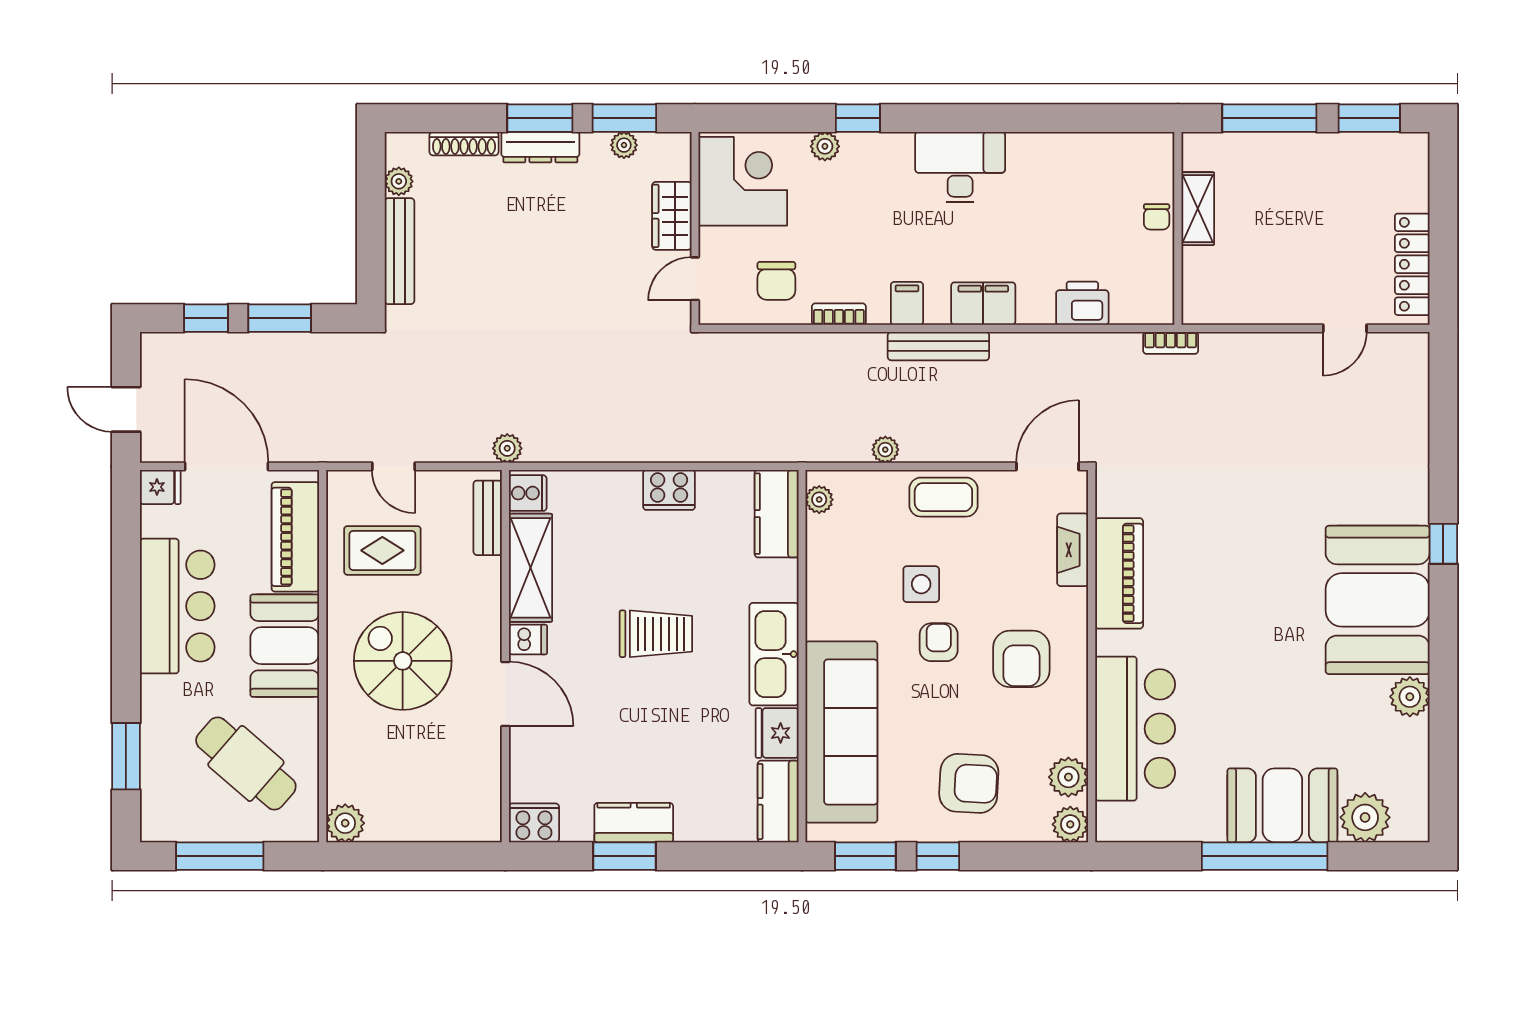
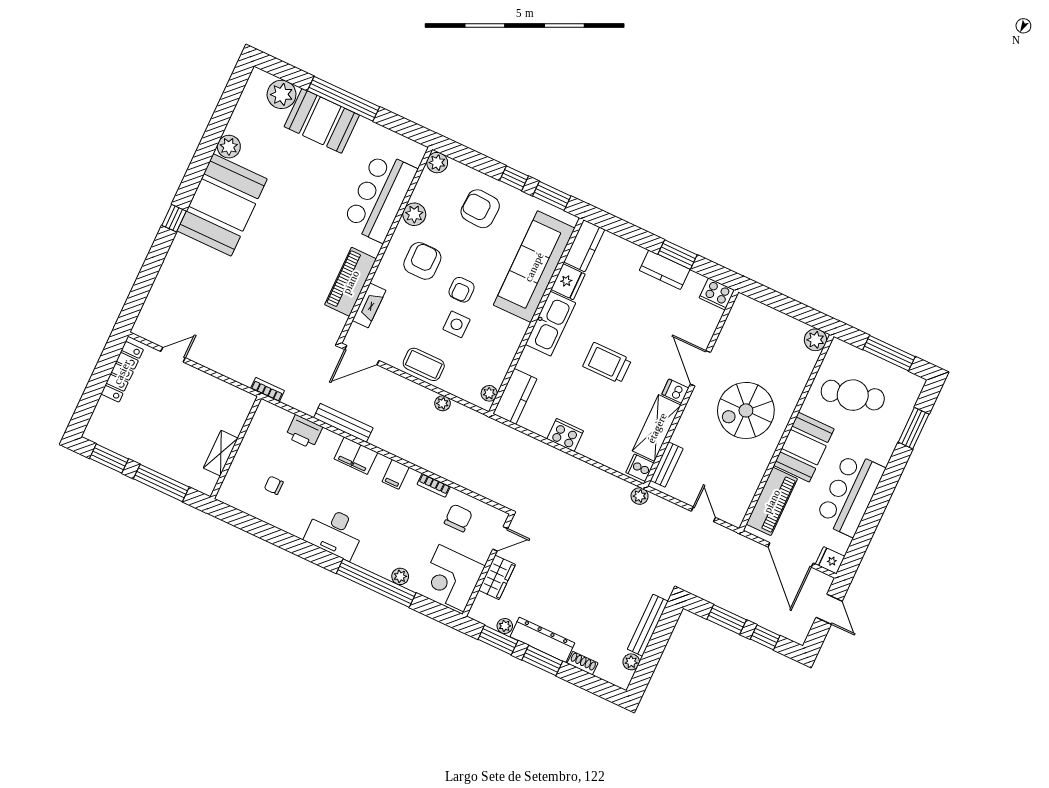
window: (858, 118) -> (376, 583), width x3.17
shoe rack: (464, 144) -> (583, 663), width x0.70
dresser: (540, 147) -> (542, 640), width x1.37, depth x1.24
chair: (1157, 217) -> (274, 485), moved, turned -90
bench: (938, 346) -> (343, 423), moved
rug: (382, 550) -> (730, 473), removed
spiral stairs: (403, 661) -> (746, 410), turned 90
cafe table: (246, 763) -> (853, 395), turned -55
plant: (1068, 777) -> (414, 214), moved

